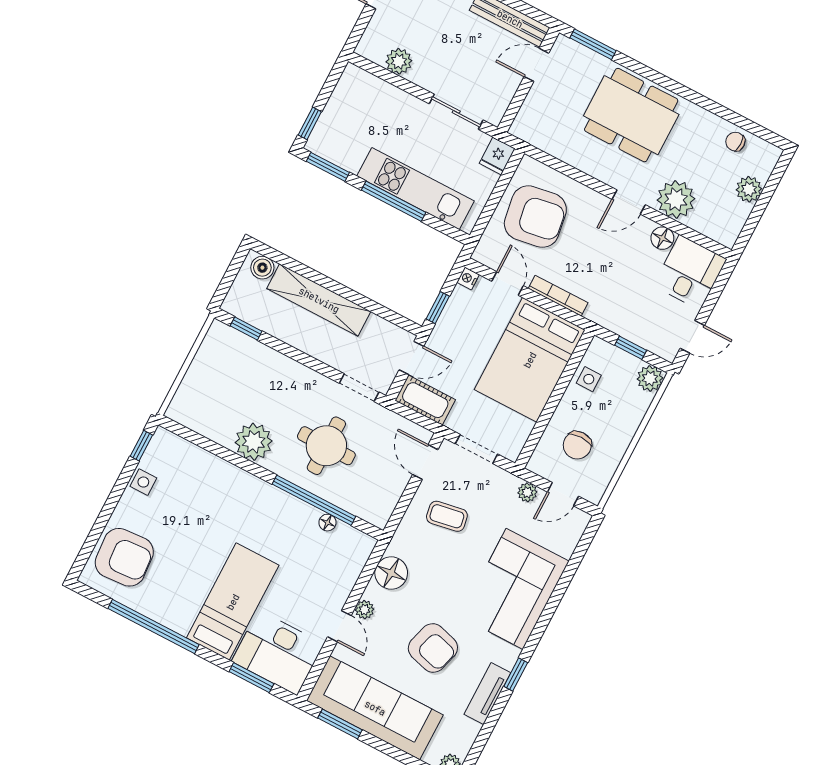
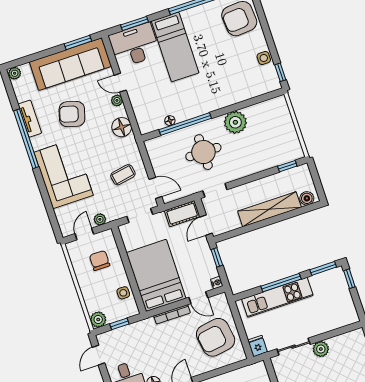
plant: (399, 61) -> (321, 349), moved
window: (516, 675) -> (26, 139), width x3.17

